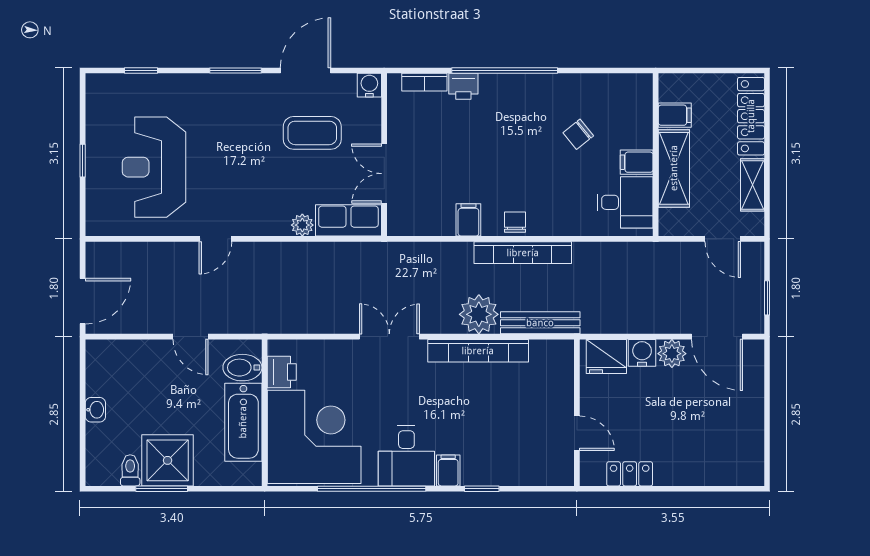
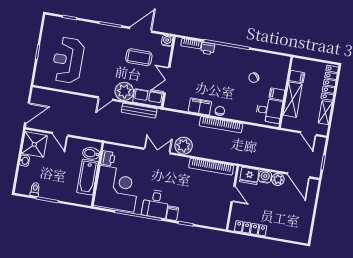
filing cabinet: (468, 220) -> (200, 106), width x2.00
plant: (302, 225) -> (124, 91), width x1.88, depth x1.88
door: (215, 239) -> (105, 99), moved
plant: (479, 314) -> (184, 146), moved
bench: (540, 323) -> (139, 111), moved
door: (191, 337) -> (60, 134), moved
bookcase: (478, 351) -> (211, 167), moved
door: (577, 433) -> (233, 194), moved
shower: (168, 460) -> (34, 144), moved
locker: (630, 474) -> (251, 228), width x1.53

